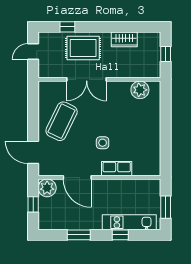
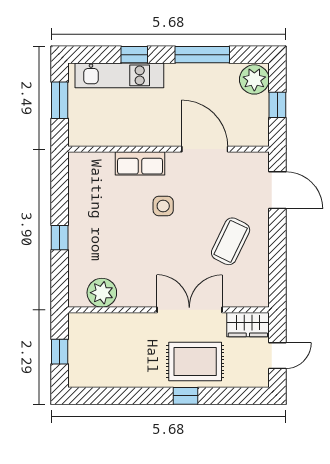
window: (67, 27) -> (185, 396), moved
wardrobe: (124, 39) -> (248, 325), moved, turned 180
coffee table: (62, 121) -> (231, 241), width x0.73, depth x0.76
window: (166, 123) -> (60, 238), added
plant: (47, 188) -> (254, 79), moved
window: (79, 235) -> (202, 55), width x1.44

